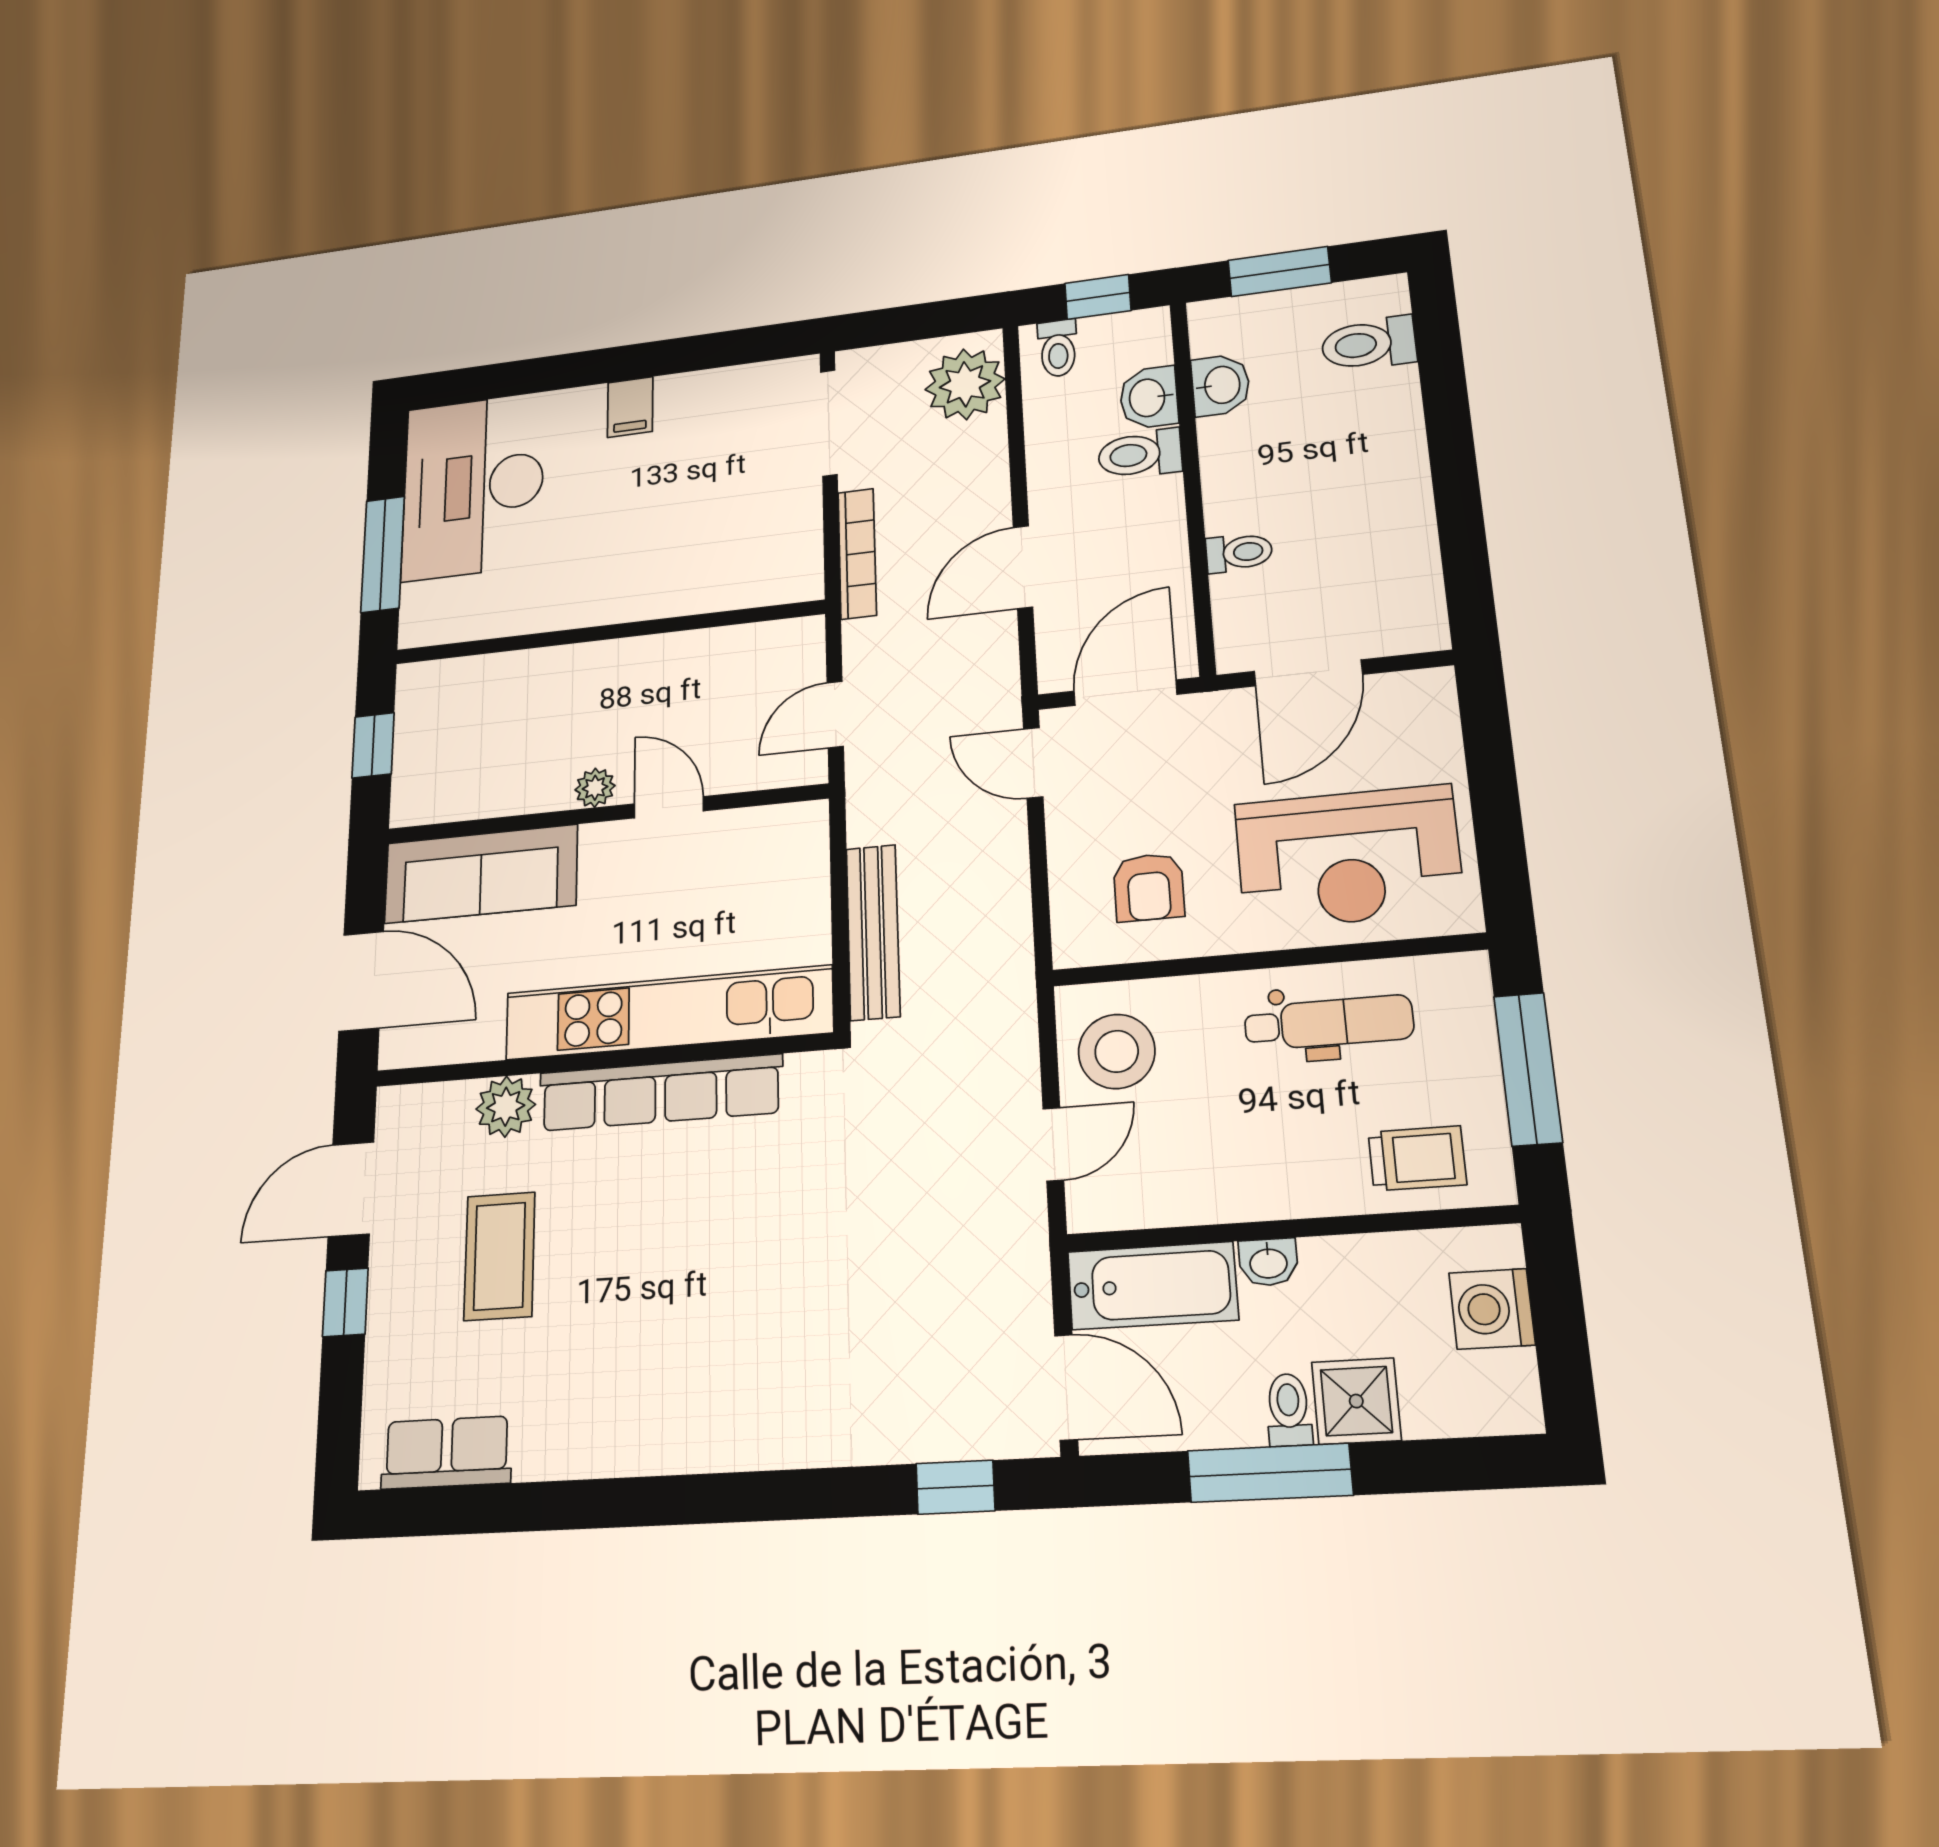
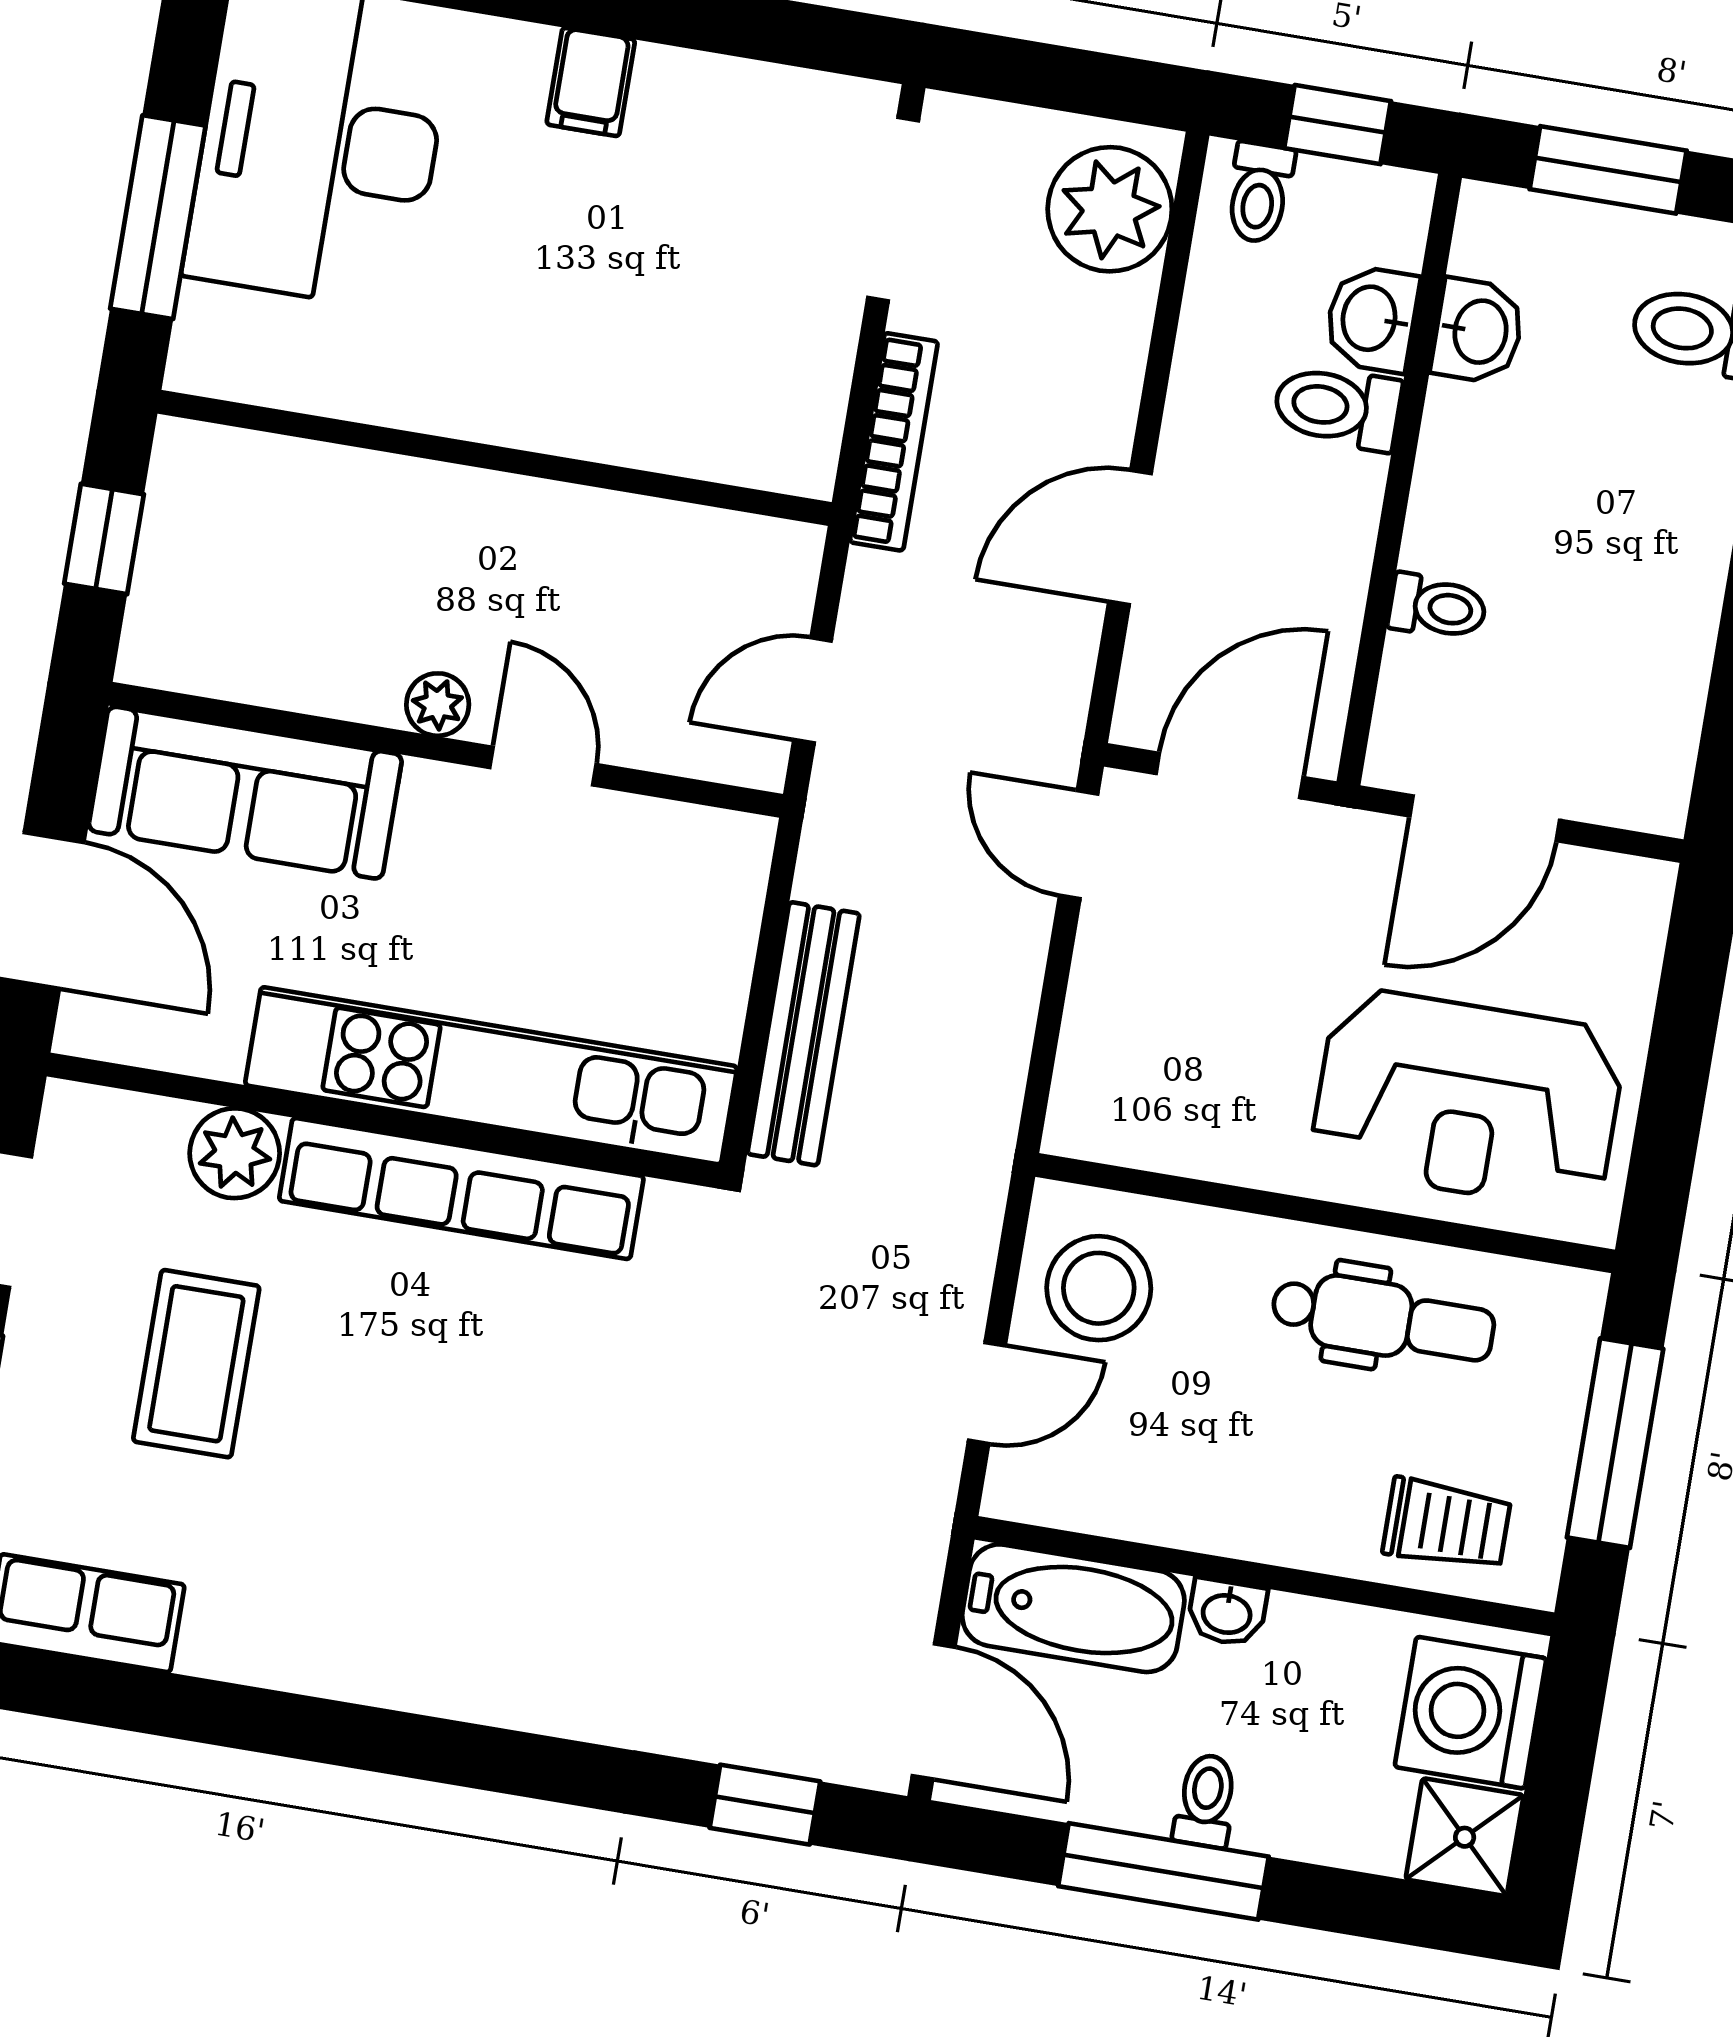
armchair: (1149, 887) -> (1195, 1070), removed
washing machine: (1492, 1309) -> (1470, 1713), width x1.37, depth x1.37
shower: (1356, 1401) -> (1465, 1837), moved

